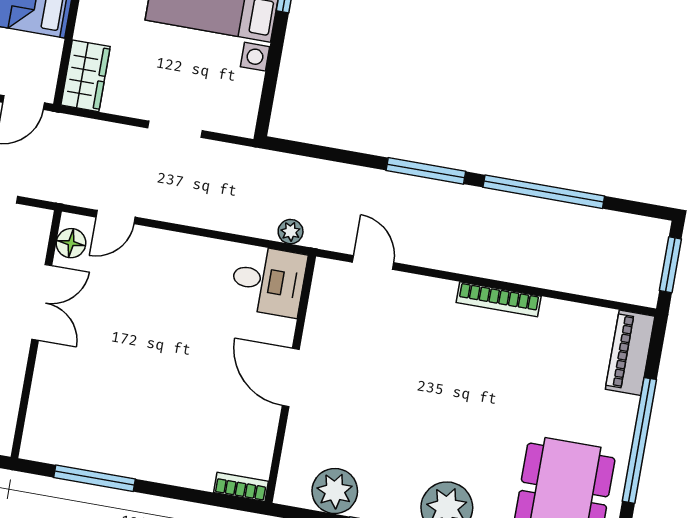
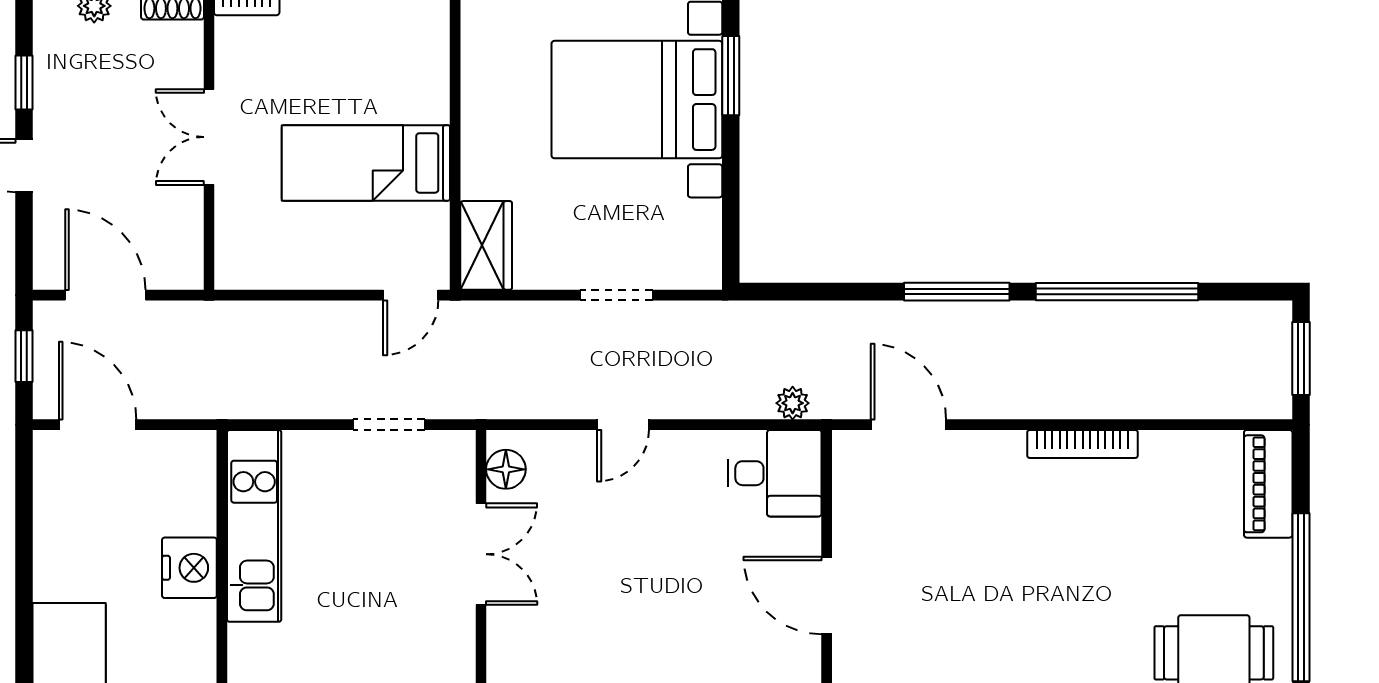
door: (115, 217) -> (623, 425), moved
door: (373, 262) -> (908, 425), width x1.38

